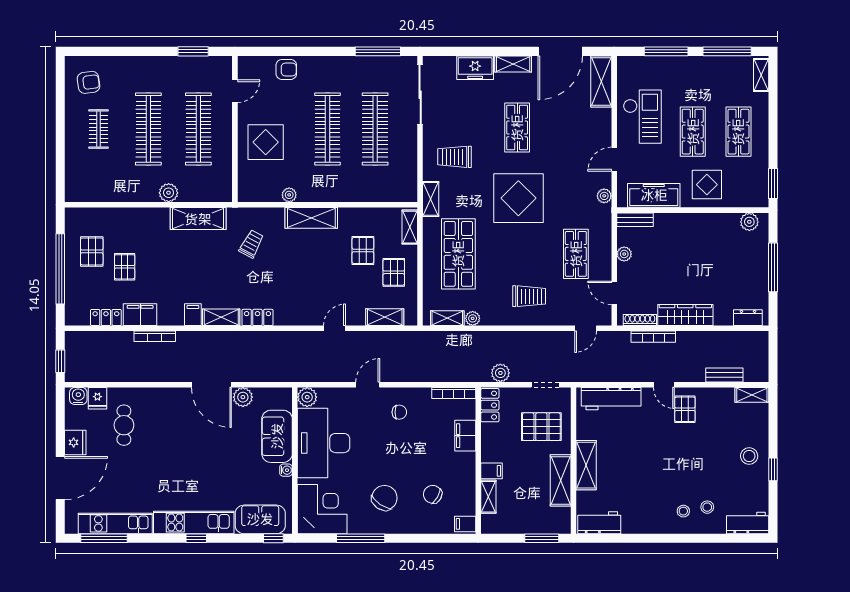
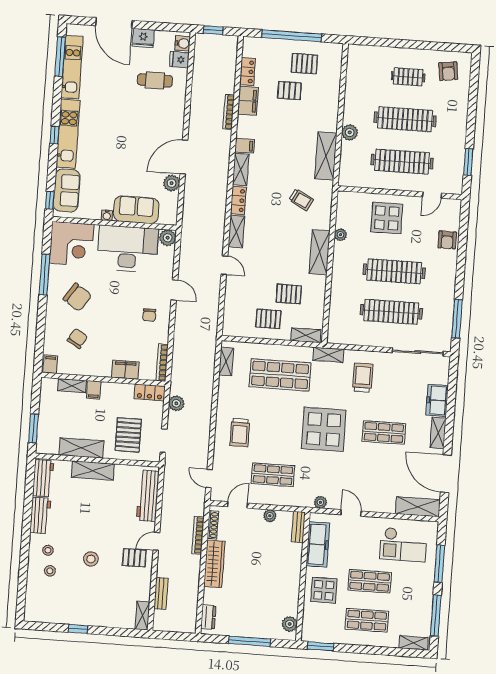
door: (235, 91) -> (432, 195), hinge flipped
checkout: (642, 117) -> (403, 545), moved
shelving: (385, 317) -> (236, 231), moved
plant: (473, 318) -> (224, 383), removed
stool: (749, 456) -> (91, 559), moved
workbench: (748, 523) -> (40, 515), moved

